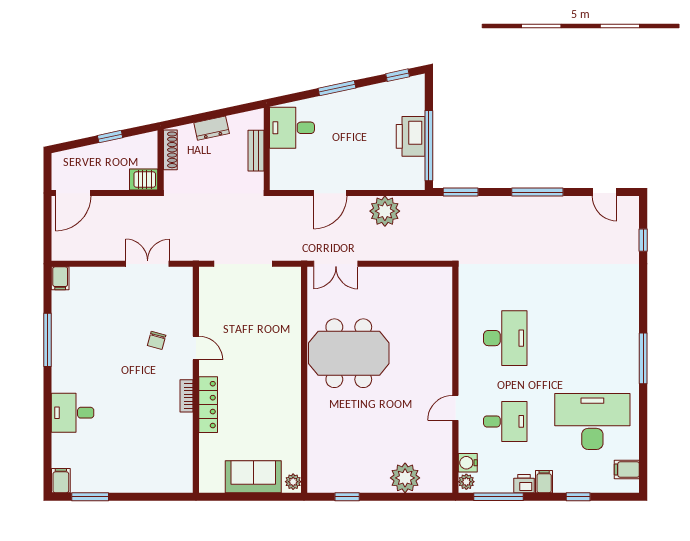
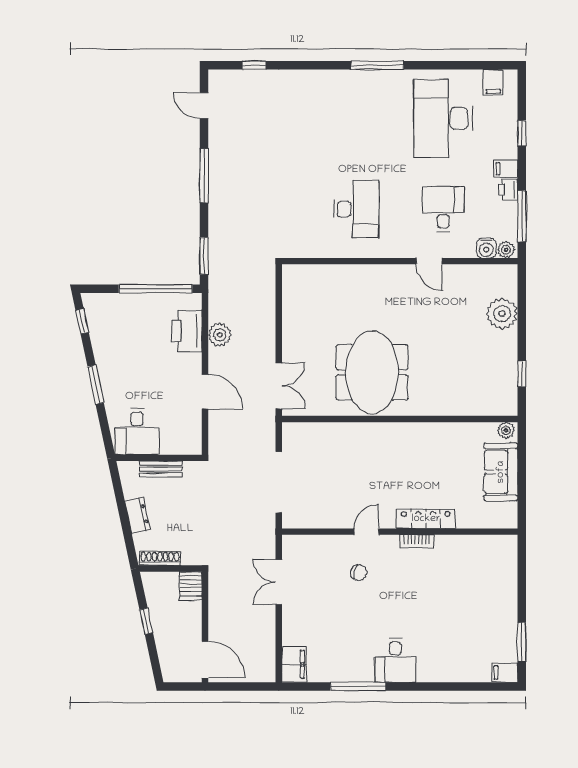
printer: (411, 136) -> (187, 331), moved, turned 90
door: (605, 192) -> (204, 106), swing flipped
plant: (385, 211) -> (220, 335), width x0.73, depth x0.73
filing cabinet: (60, 278) -> (294, 664), width x2.00
desk: (505, 338) -> (356, 209), turned 90
desk: (73, 413) -> (395, 660), moved

